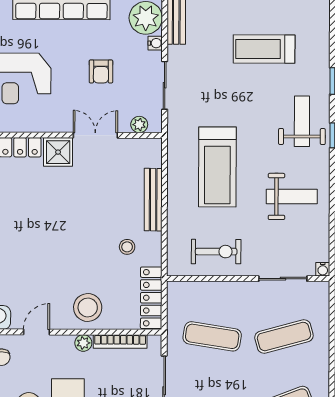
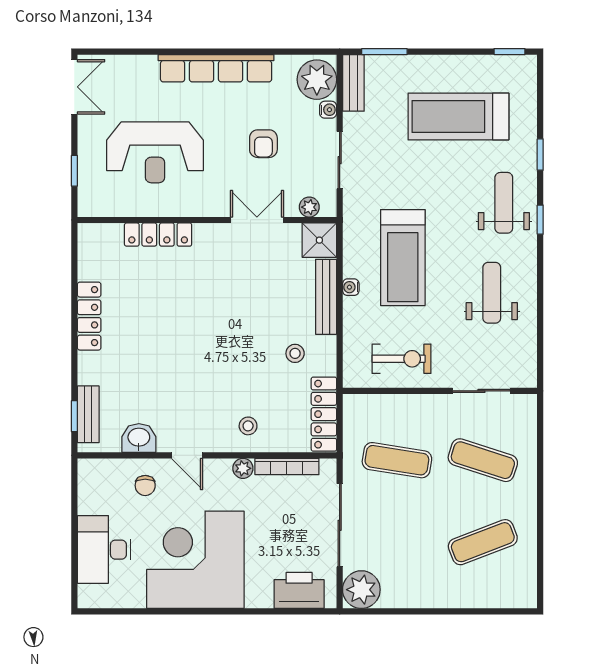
treadmill: (264, 49) -> (458, 117), width x1.37, depth x1.38
shower: (58, 152) -> (319, 240), moved
weight bench: (292, 196) -> (492, 293), turned -90
water cooler: (323, 269) -> (351, 287), moved, turned 90
stool: (88, 307) -> (248, 426), width x0.53, depth x0.53
door: (37, 332) -> (187, 455), swing flipped
exercise mat: (284, 336) -> (483, 460), turned 33

